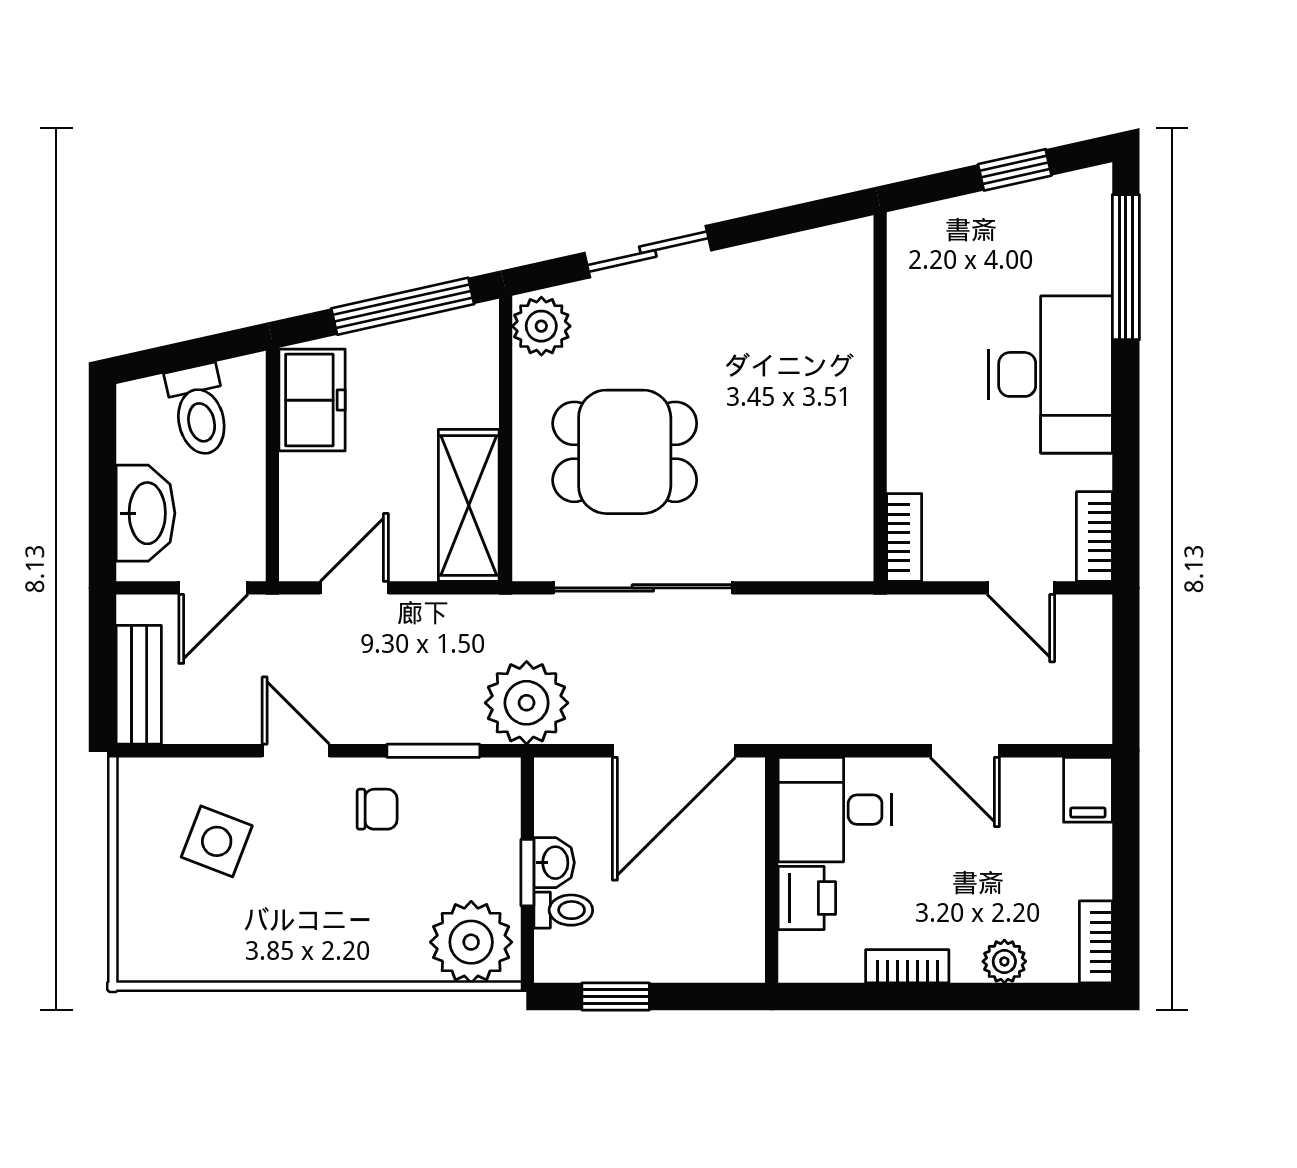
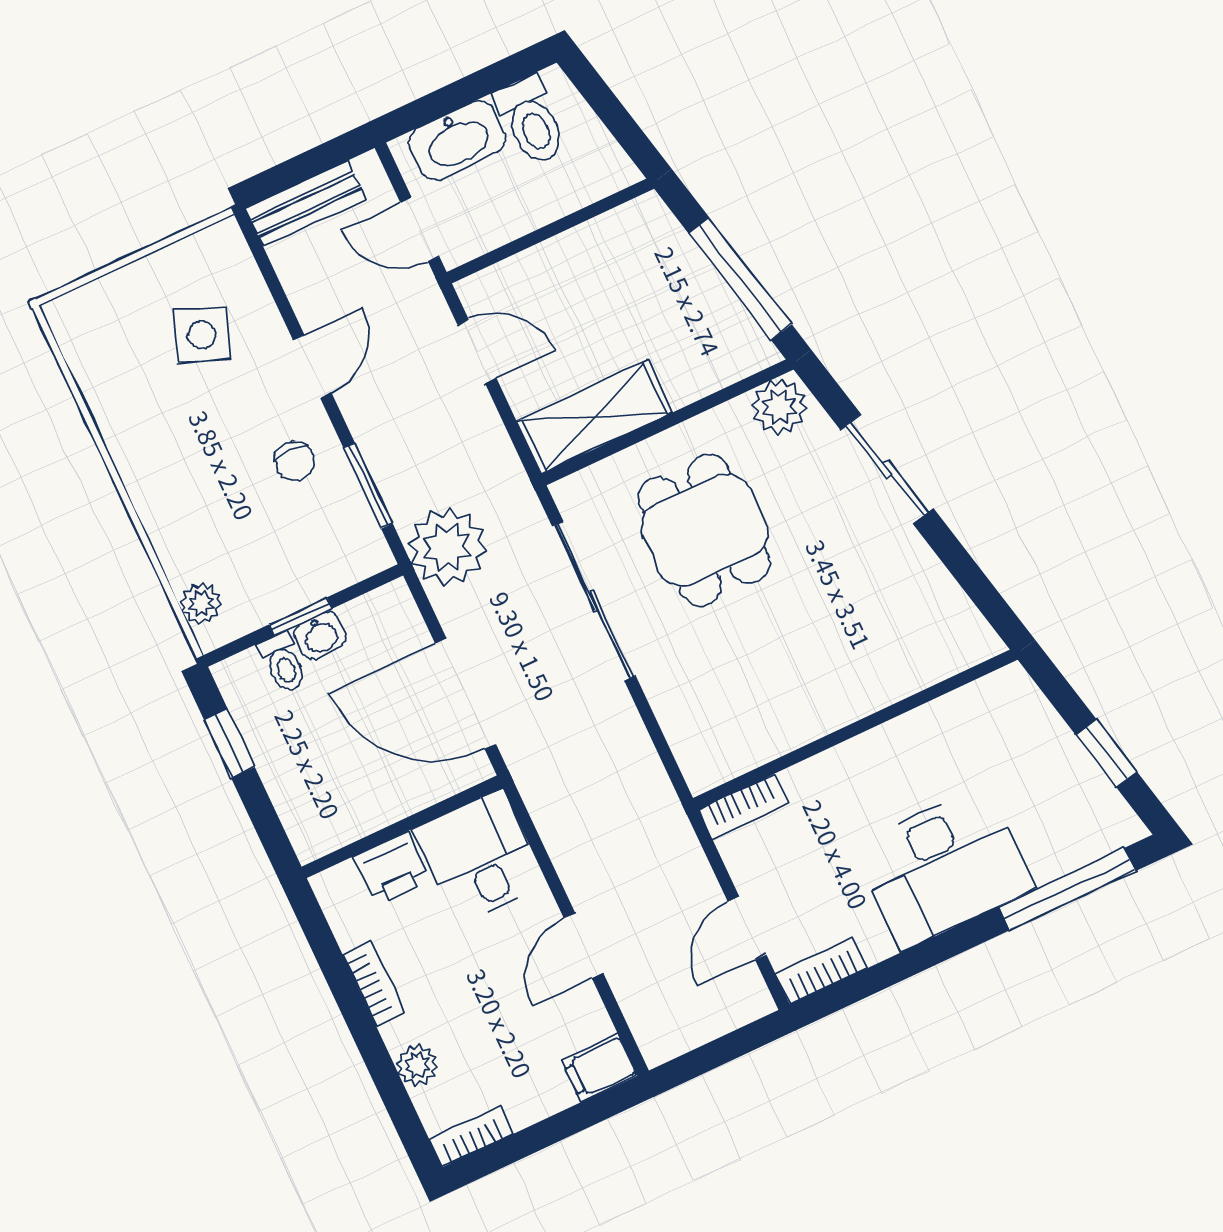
freezer: (312, 400) -> (622, 239), removed
toilet: (199, 410) -> (531, 121), moved, turned -77
plant: (471, 942) -> (201, 604), width x0.53, depth x0.53

